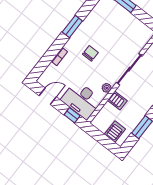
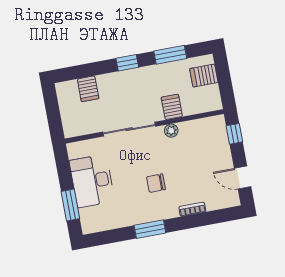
desk: (81, 100) -> (92, 181), moved, turned 180

